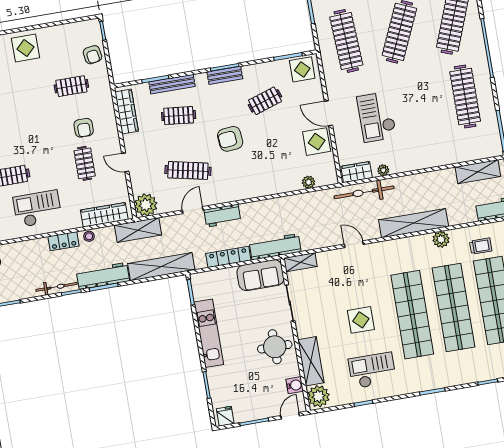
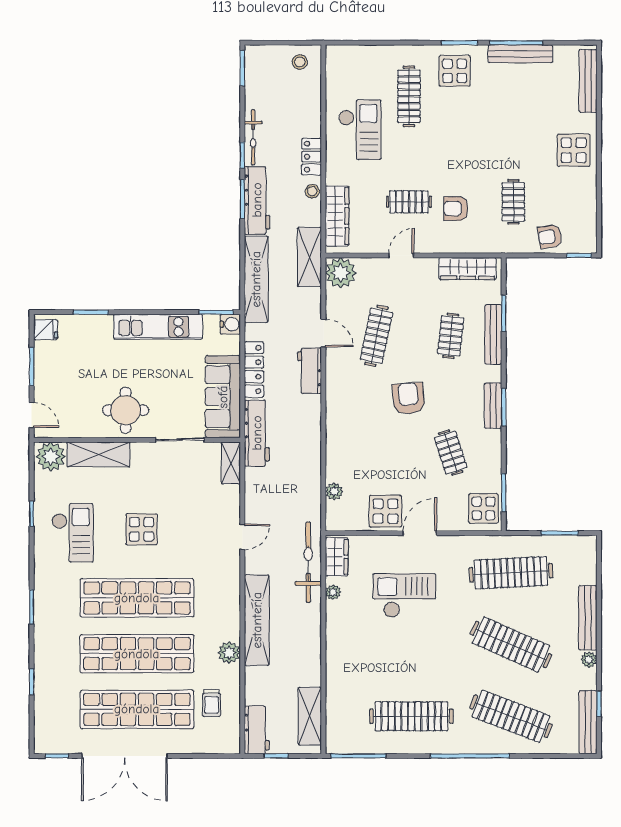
sofa: (260, 275) -> (223, 397), width x1.36
water cooler: (295, 385) -> (230, 324), moved, turned -90

